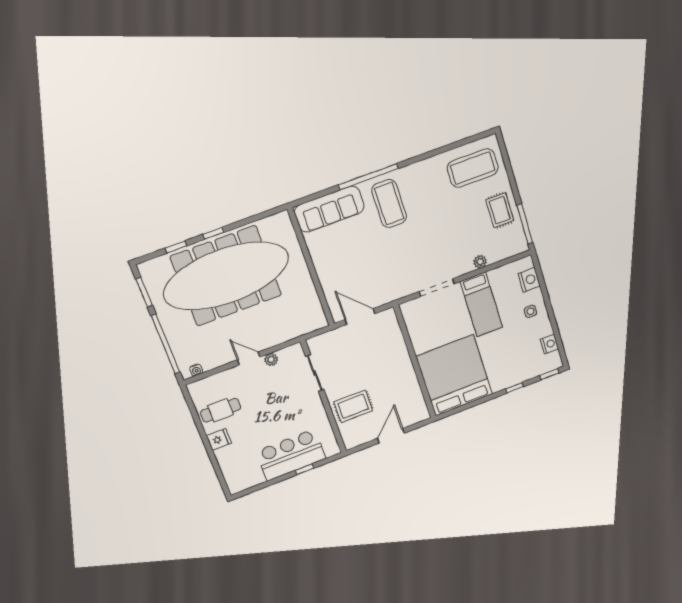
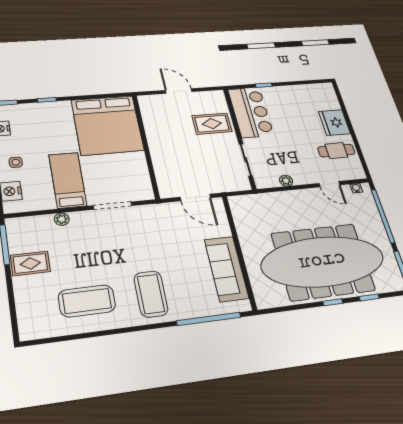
coffee table: (473, 168) -> (87, 301), moved
window: (368, 177) -> (209, 319), moved
sofa: (329, 209) -> (226, 269), moved, turned -90
rug: (500, 210) -> (30, 263), turned 90
door: (249, 358) -> (329, 184), moved
door: (391, 436) -> (179, 91), swing flipped
fridge: (219, 439) -> (334, 123), width x1.88, depth x1.34
bar counter: (291, 455) -> (251, 112), moved, turned -90

